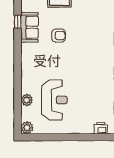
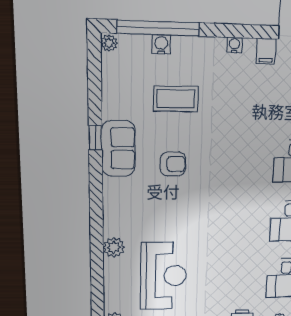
plant: (27, 100) -> (114, 247), moved

